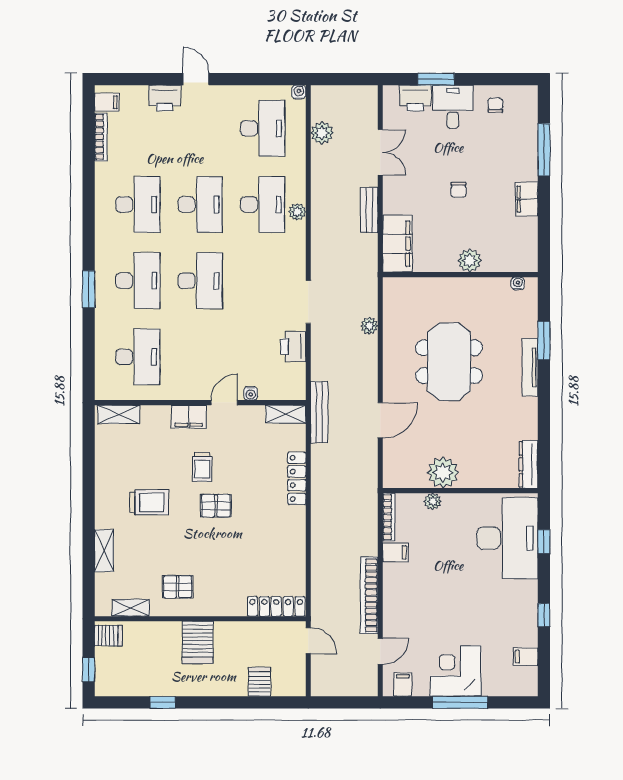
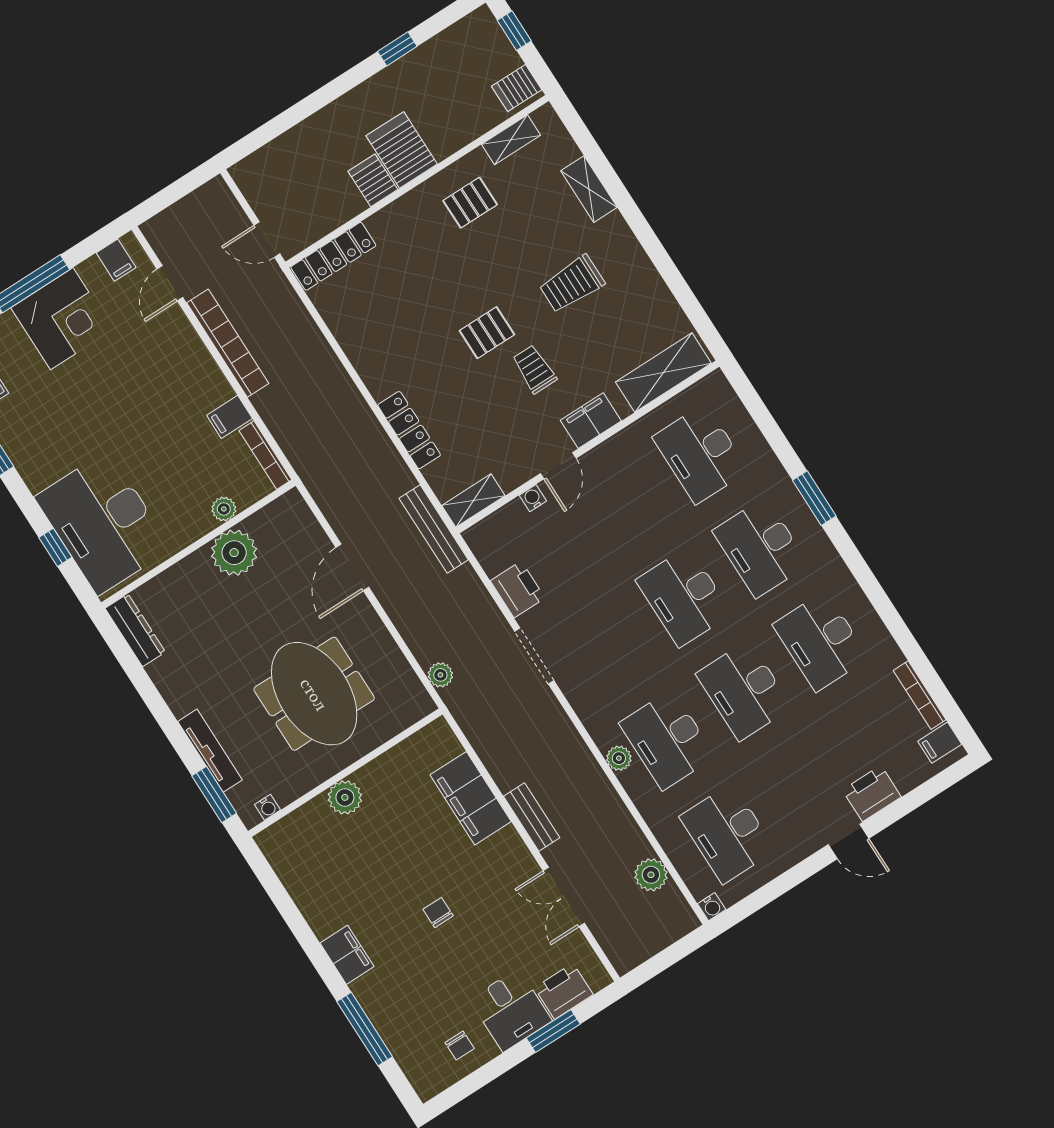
plant: (470, 261) -> (345, 797), moved
wall: (460, 275) -> (345, 773), moved
water cooler: (518, 283) -> (268, 807), moved
shelving: (119, 414) -> (663, 373), width x1.50, depth x1.33
server rack: (259, 682) -> (373, 180), moved, turned 180

